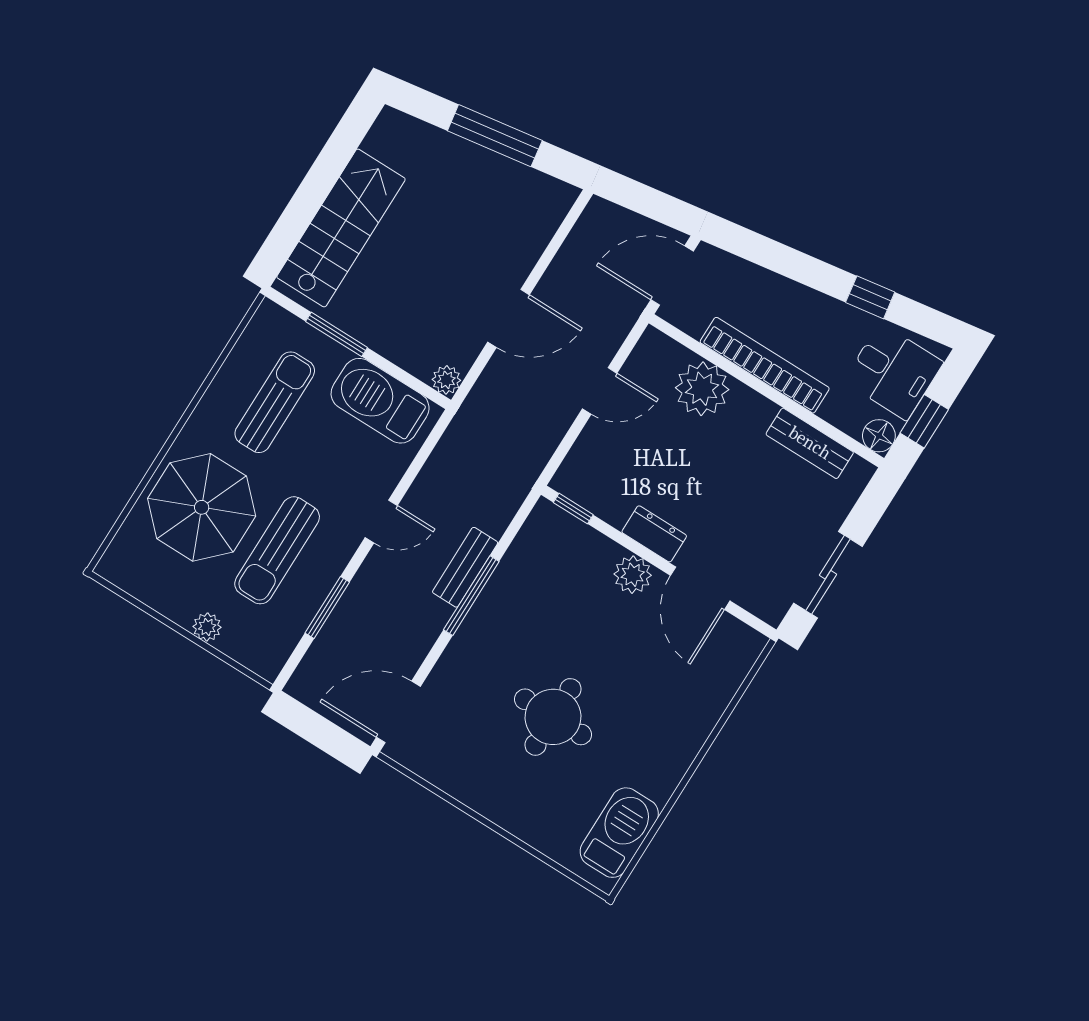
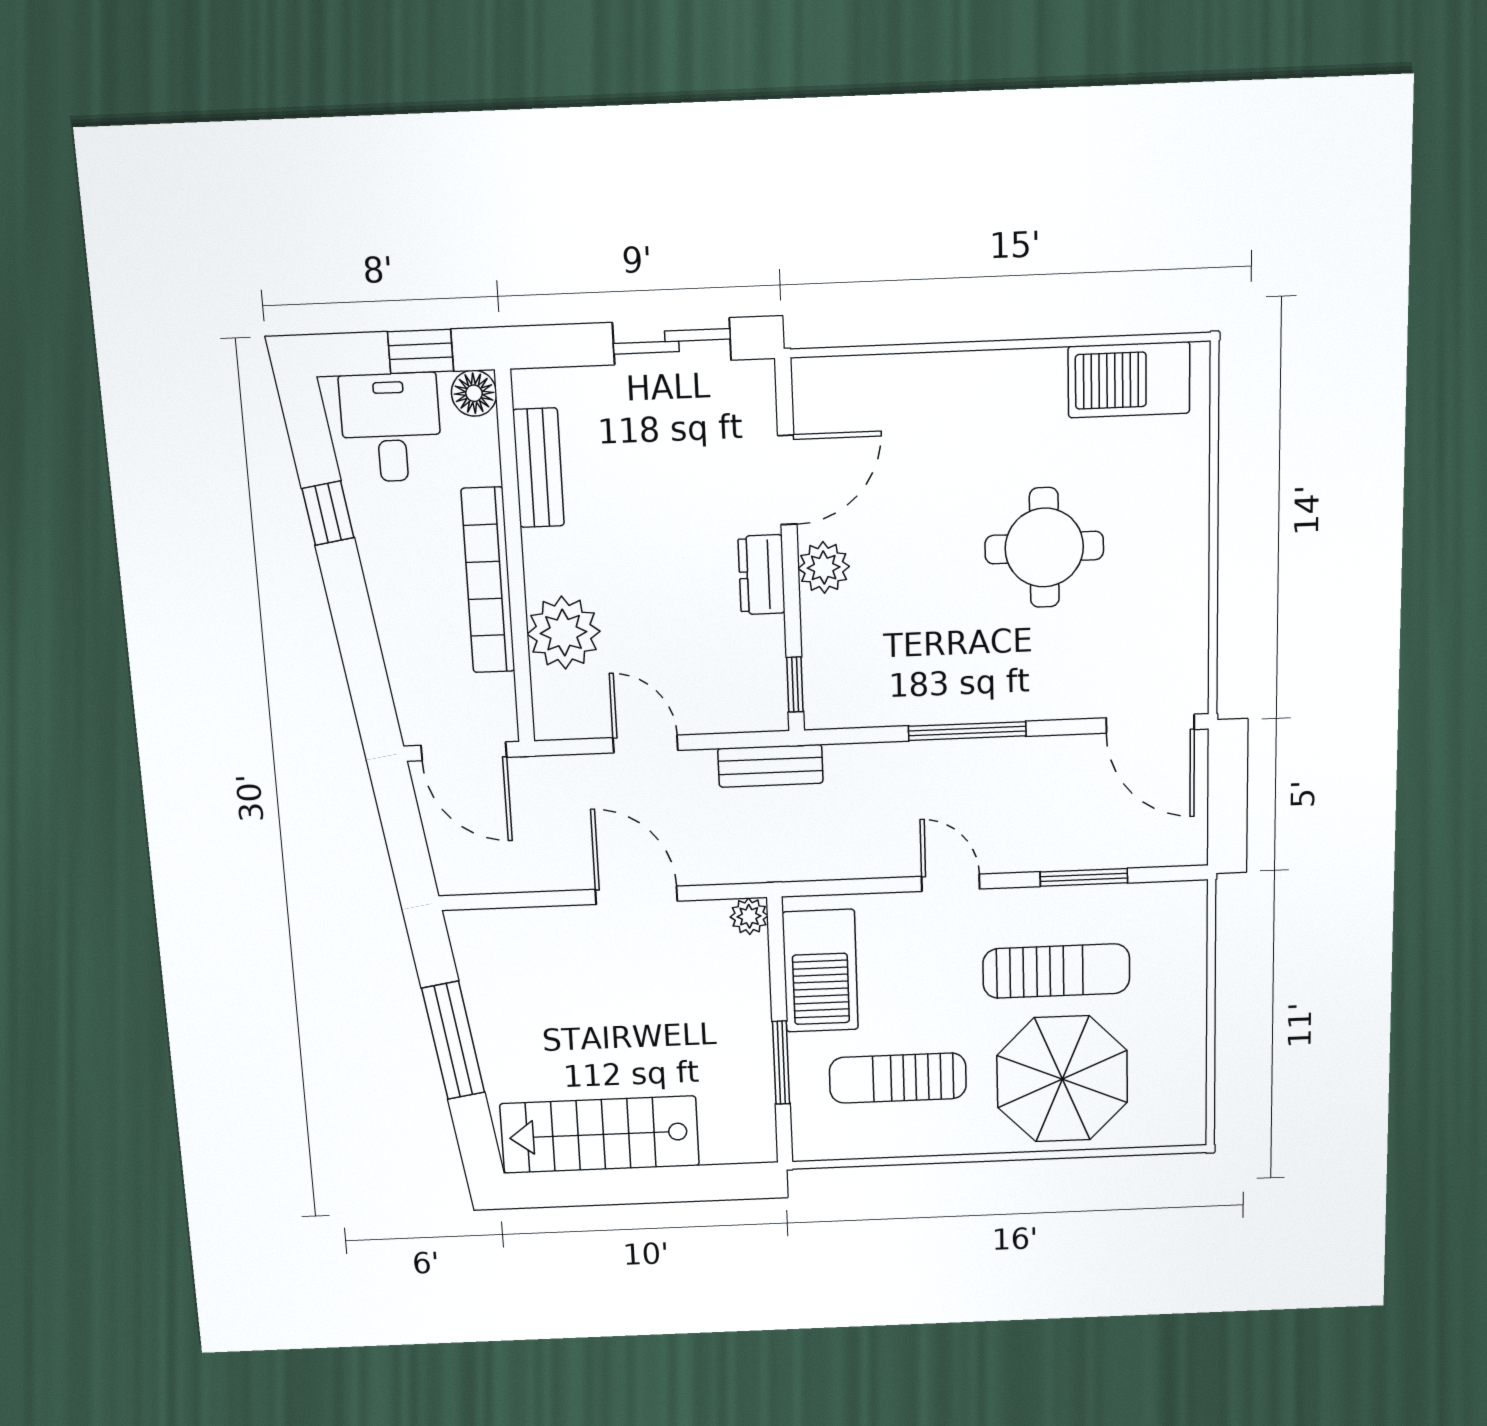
stairs: (341, 228) -> (600, 1135), moved
bench: (465, 567) -> (770, 766), moved
plant: (207, 627) -> (1189, 989), removed

